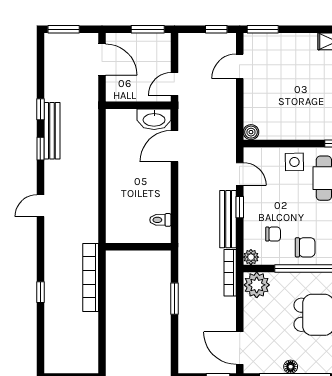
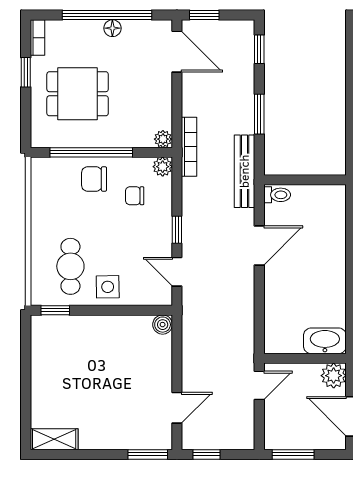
plant: (116, 92) -> (334, 376), added
washbasin: (154, 119) -> (325, 341), moved
door: (174, 146) -> (259, 245), moved
bench: (228, 219) -> (244, 171), moved
toilet: (160, 220) -> (277, 195), moved
plant: (257, 285) -> (163, 139), width x0.53, depth x0.53
window: (174, 350) -> (259, 49), added

